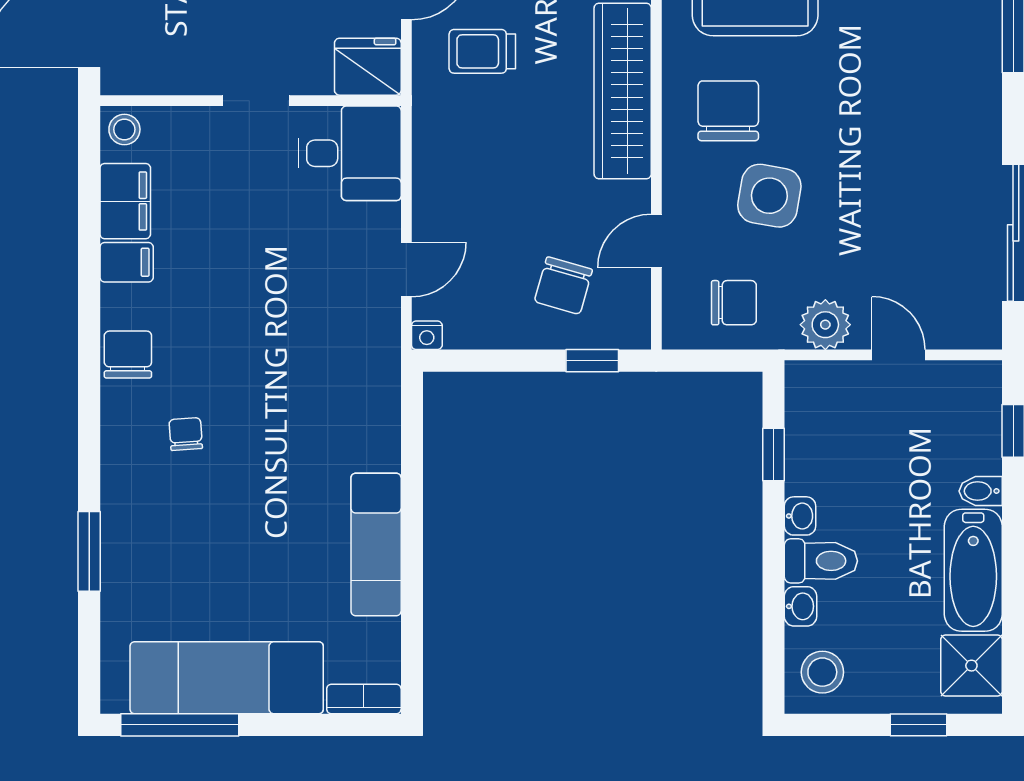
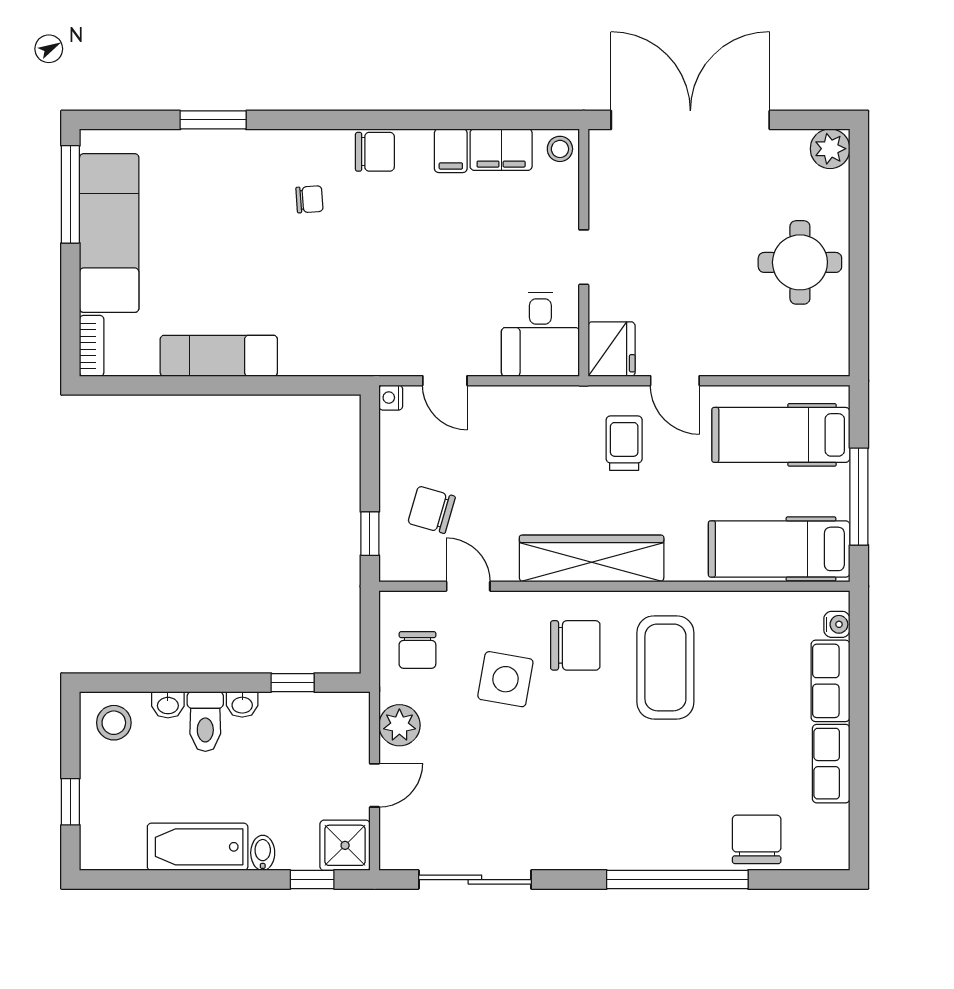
shower: (971, 666) -> (345, 845), moved

